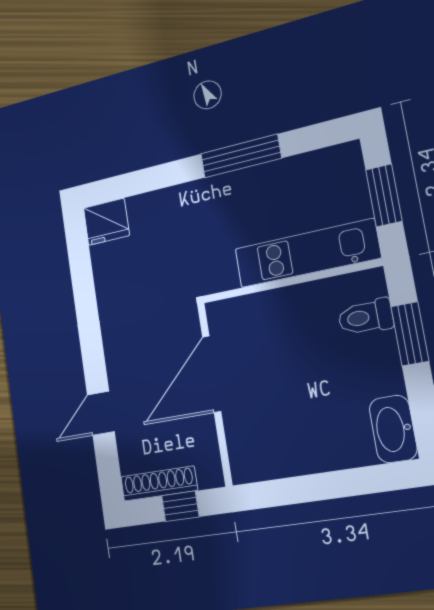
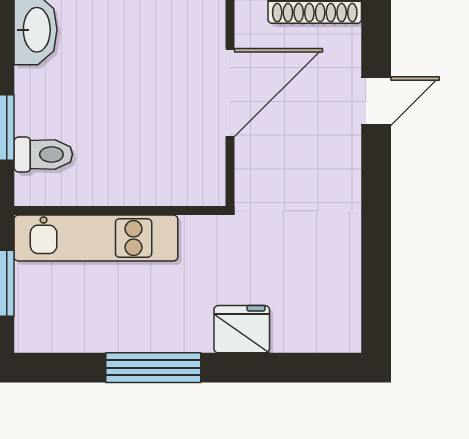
fridge: (106, 222) -> (242, 329), moved
door: (212, 374) -> (230, 93), moved

